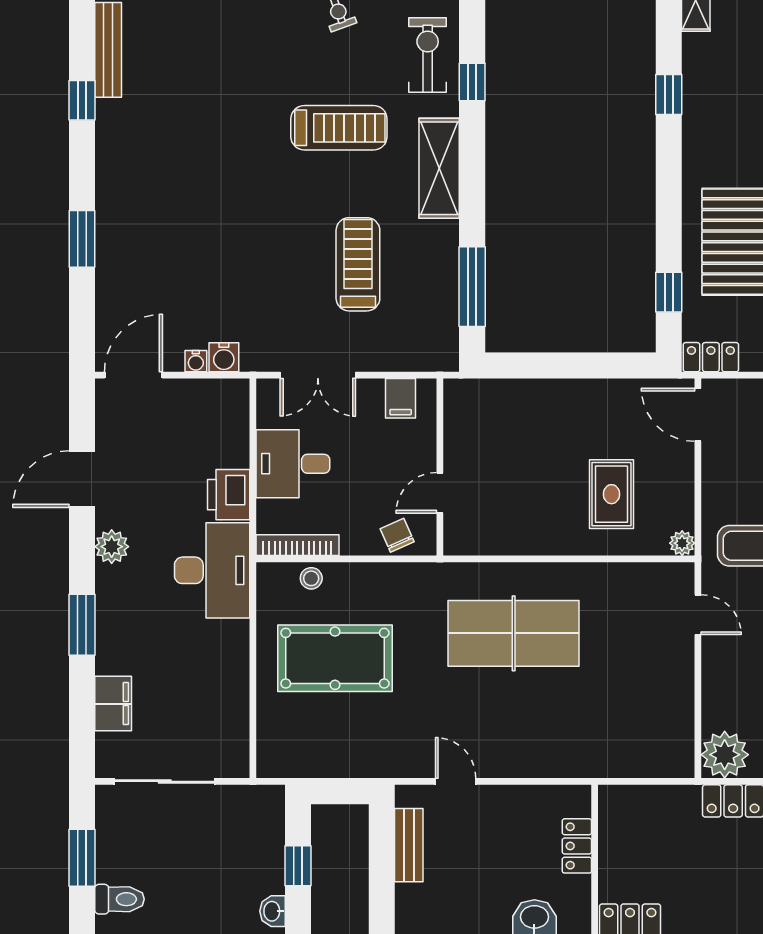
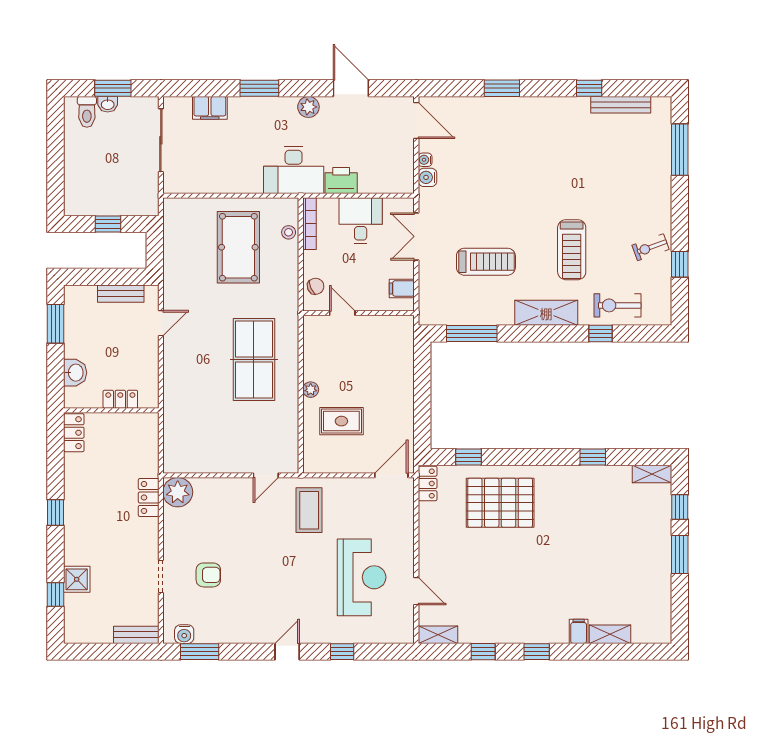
exercise bike: (428, 55) -> (617, 305), turned 180
plant: (682, 543) -> (311, 390), moved
washbasin: (273, 911) -> (108, 104), moved, turned 180

